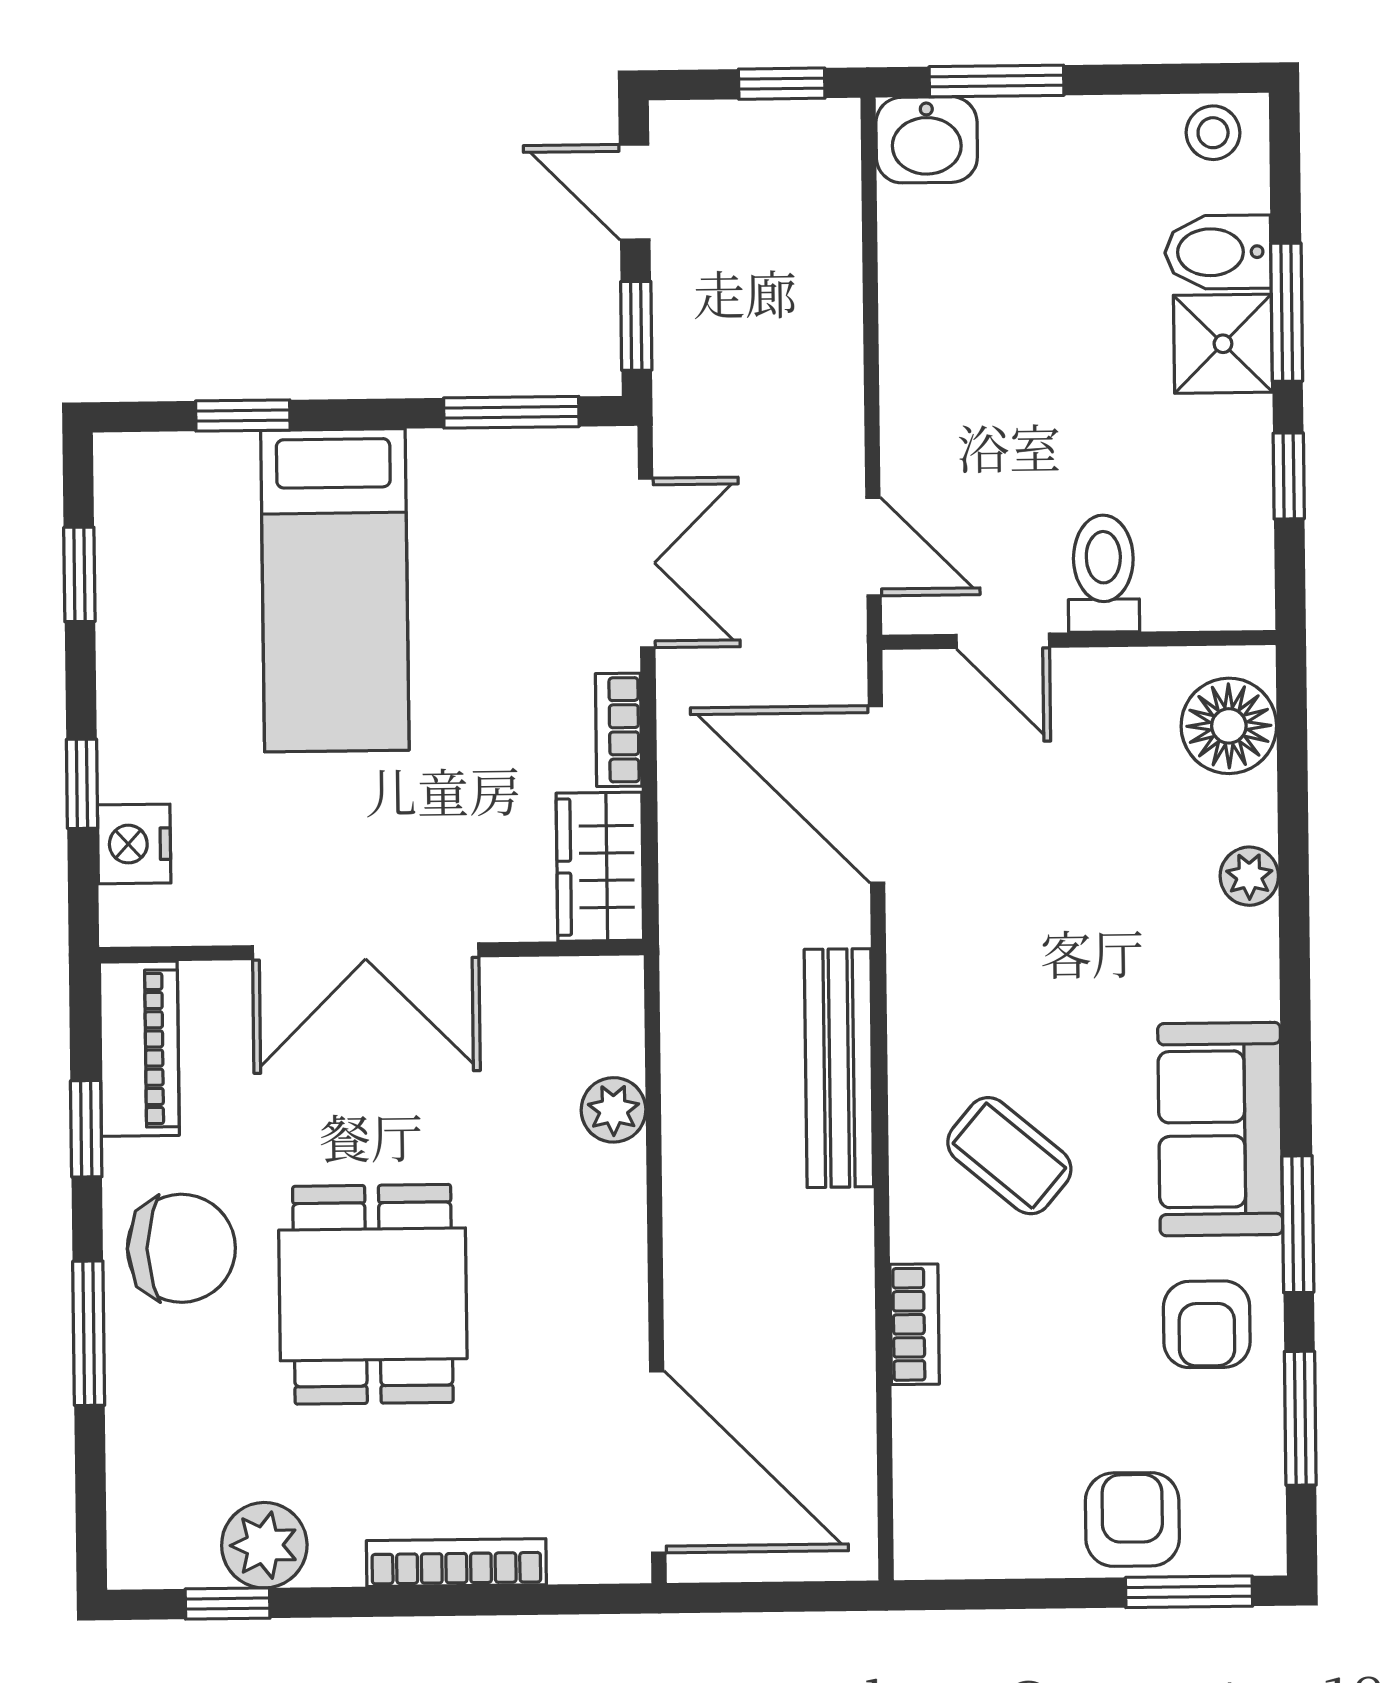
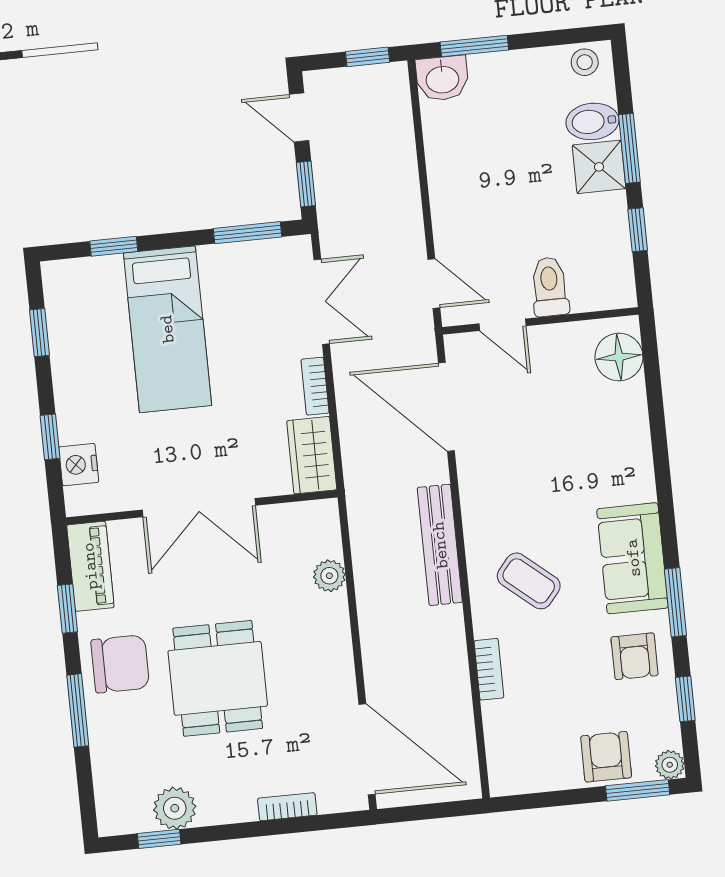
plant: (1249, 876) -> (670, 765), moved
window: (1300, 1418) -> (685, 699), width x0.67
bookcase: (456, 1563) -> (287, 807), width x0.64

